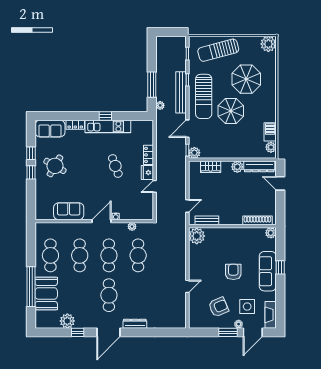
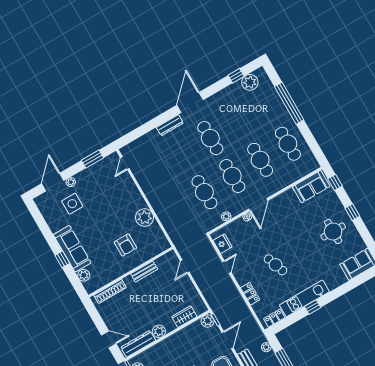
locker: (75, 125) -> (274, 318), moved
window: (31, 153) -> (335, 182), moved
round table: (55, 166) -> (333, 232), turned -30
fridge: (147, 172) -> (222, 244), moved
sofa: (69, 211) -> (311, 187), moved
bench: (207, 220) -> (144, 272), moved
plant: (271, 233) -> (84, 275), moved
plant: (197, 236) -> (145, 218), moved
armchair: (233, 272) -> (125, 245), moved
door: (187, 286) -> (125, 163), moved
booth: (46, 293) -> (271, 105), removed
armchair: (219, 307) -> (99, 187), removed
fireplace: (271, 315) -> (45, 209), removed
plant: (67, 321) -> (250, 82), moved
window: (78, 332) -> (236, 76), moved
window: (228, 332) -> (92, 159), moved

